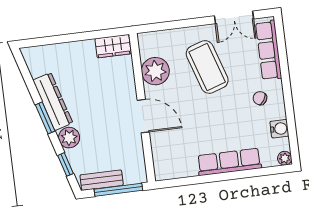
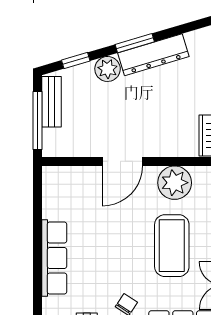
coffee table: (207, 67) -> (172, 246), turned -72

